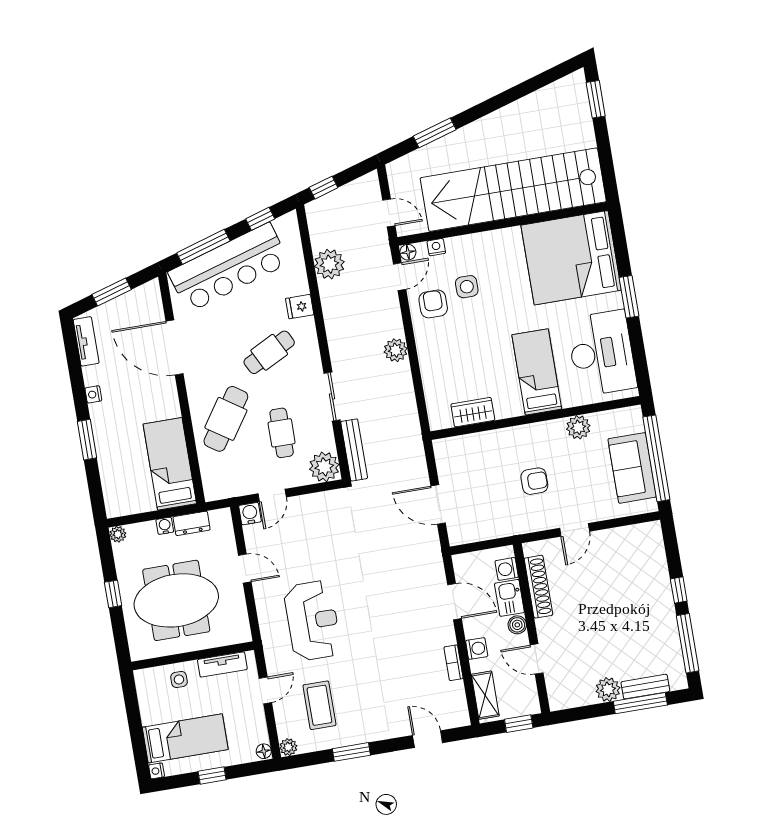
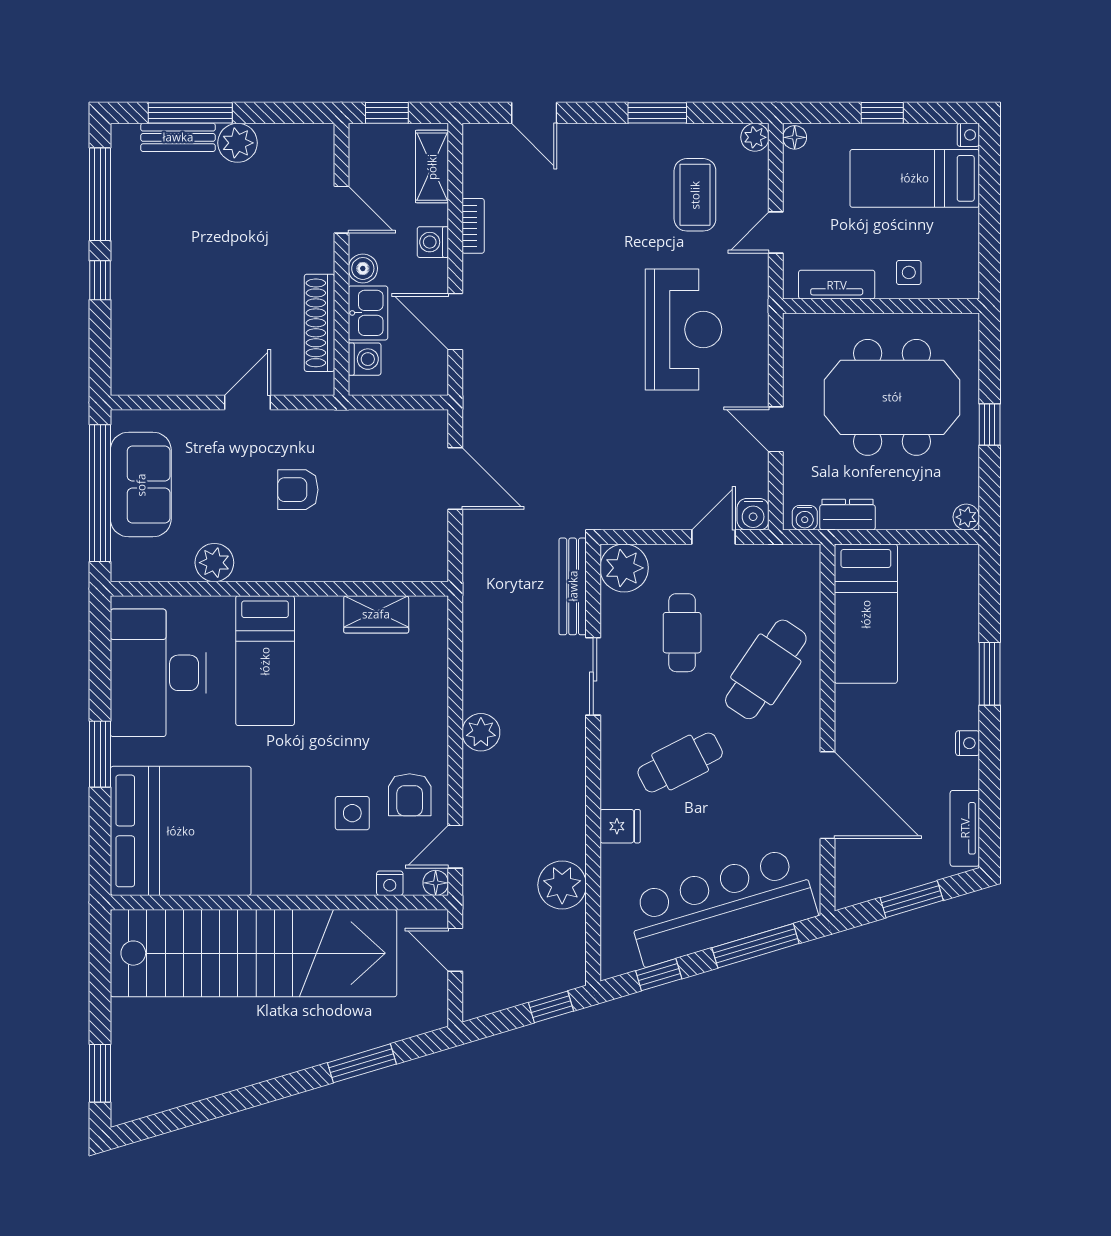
water cooler: (165, 526) -> (805, 518), moved
reception desk: (312, 621) -> (683, 329), turned 180

